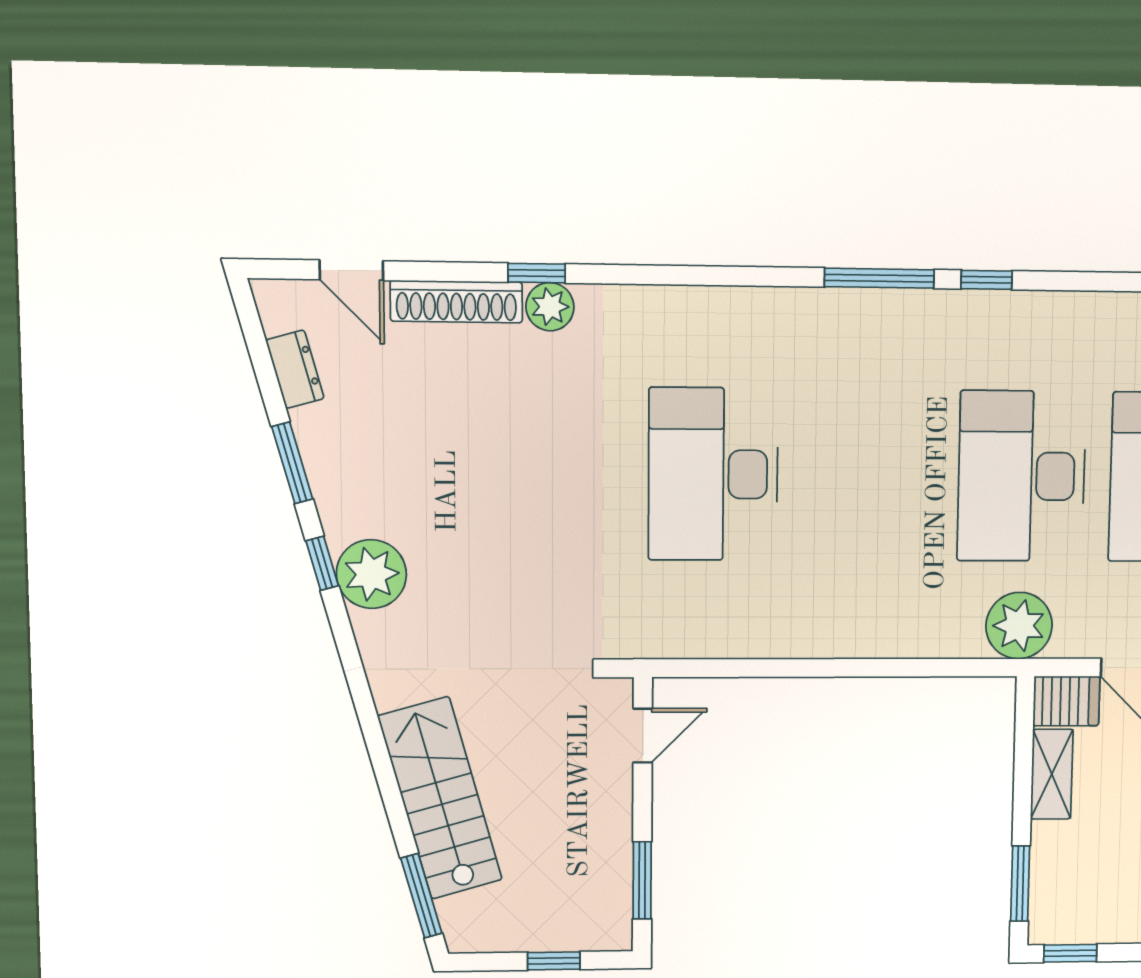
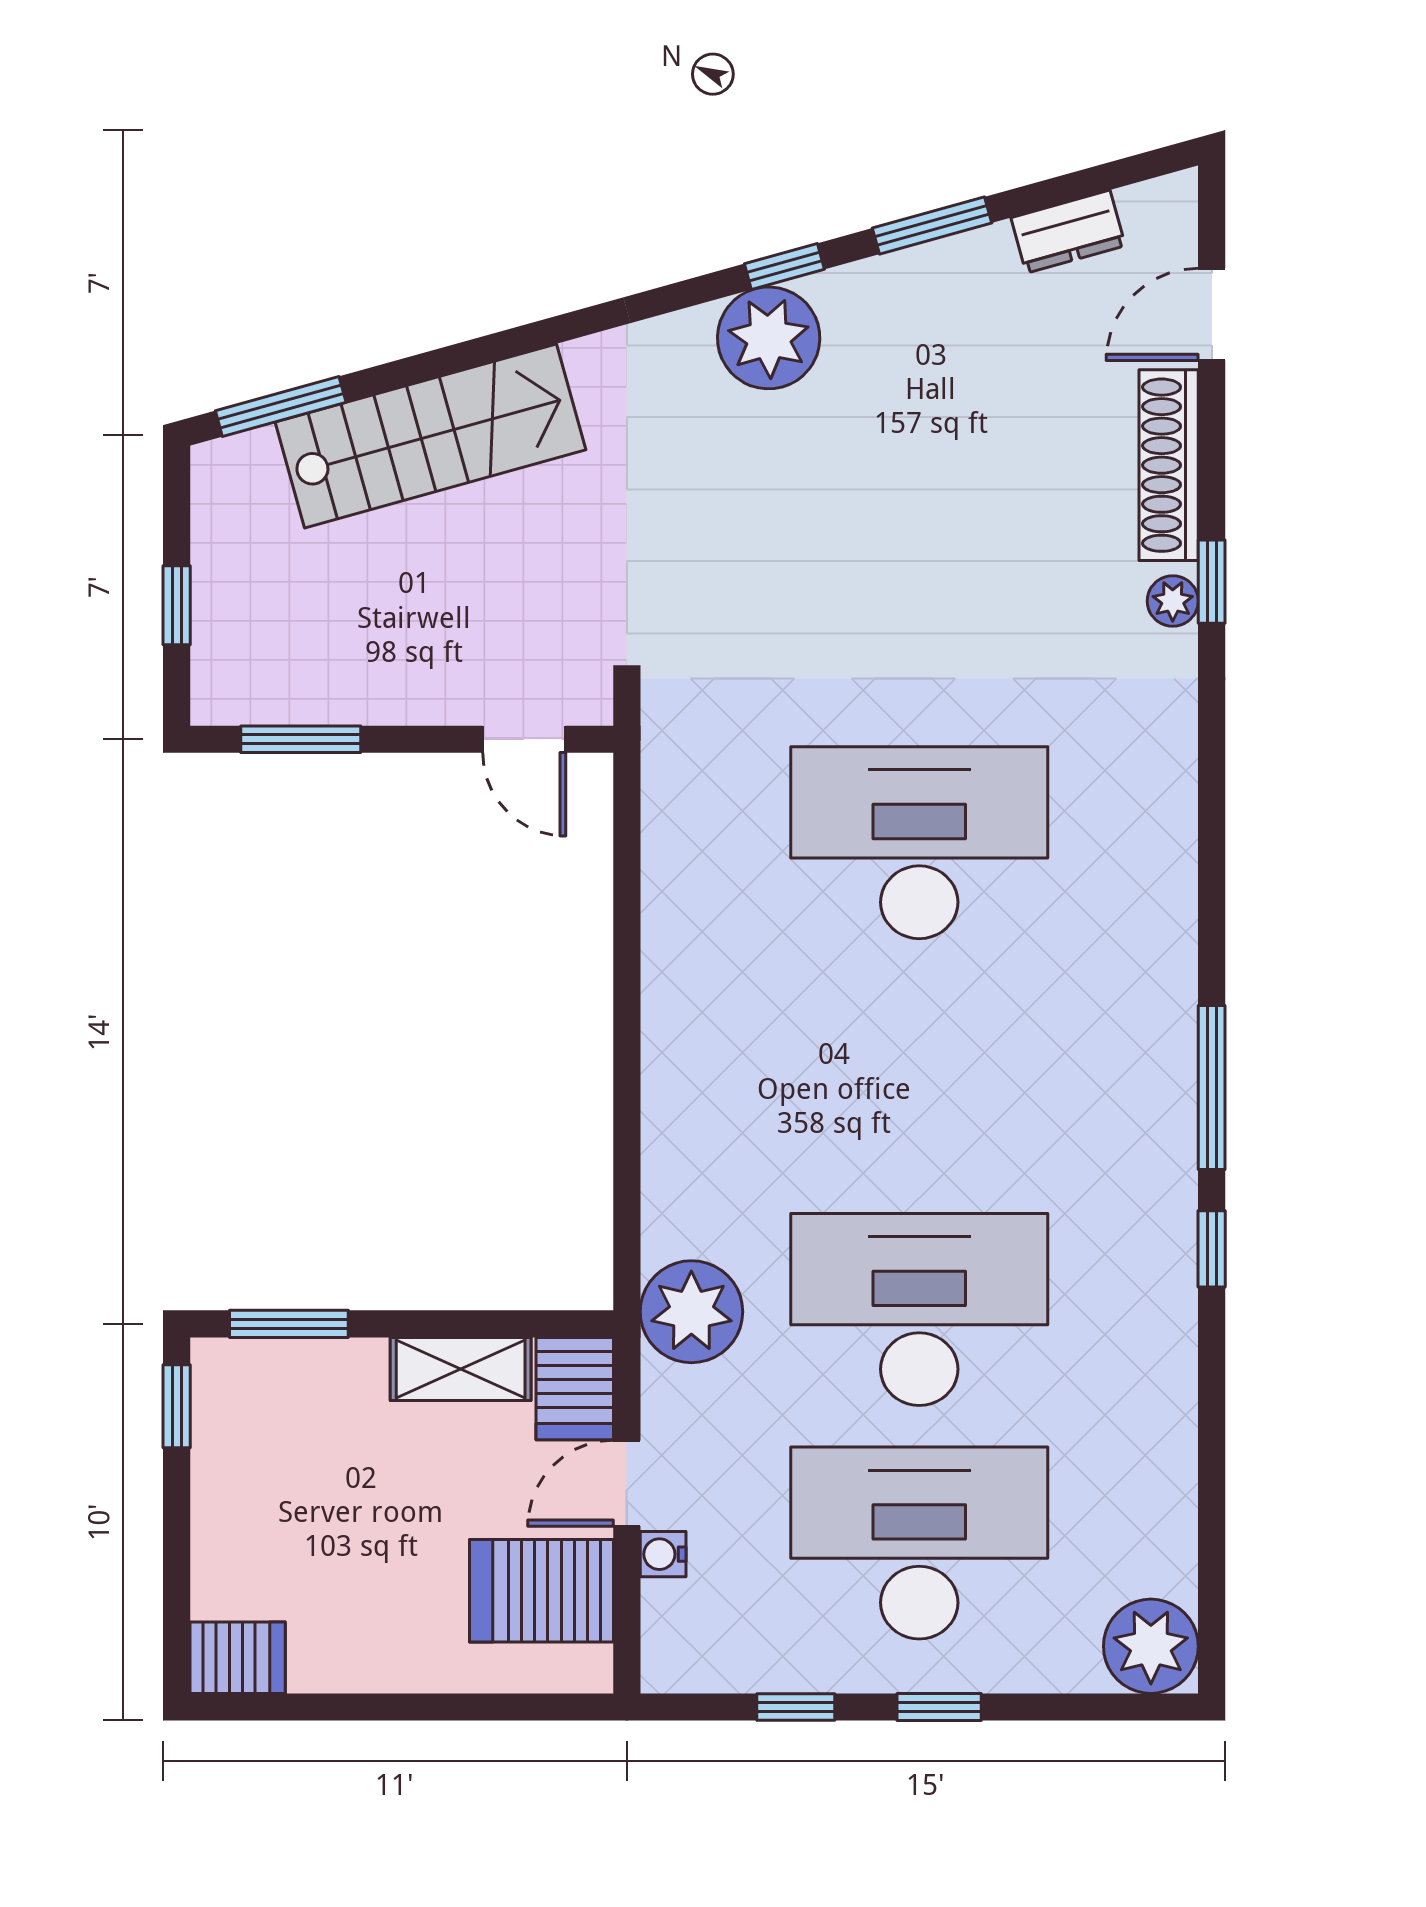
plant: (550, 307) -> (1173, 601), width x0.73, depth x0.73

